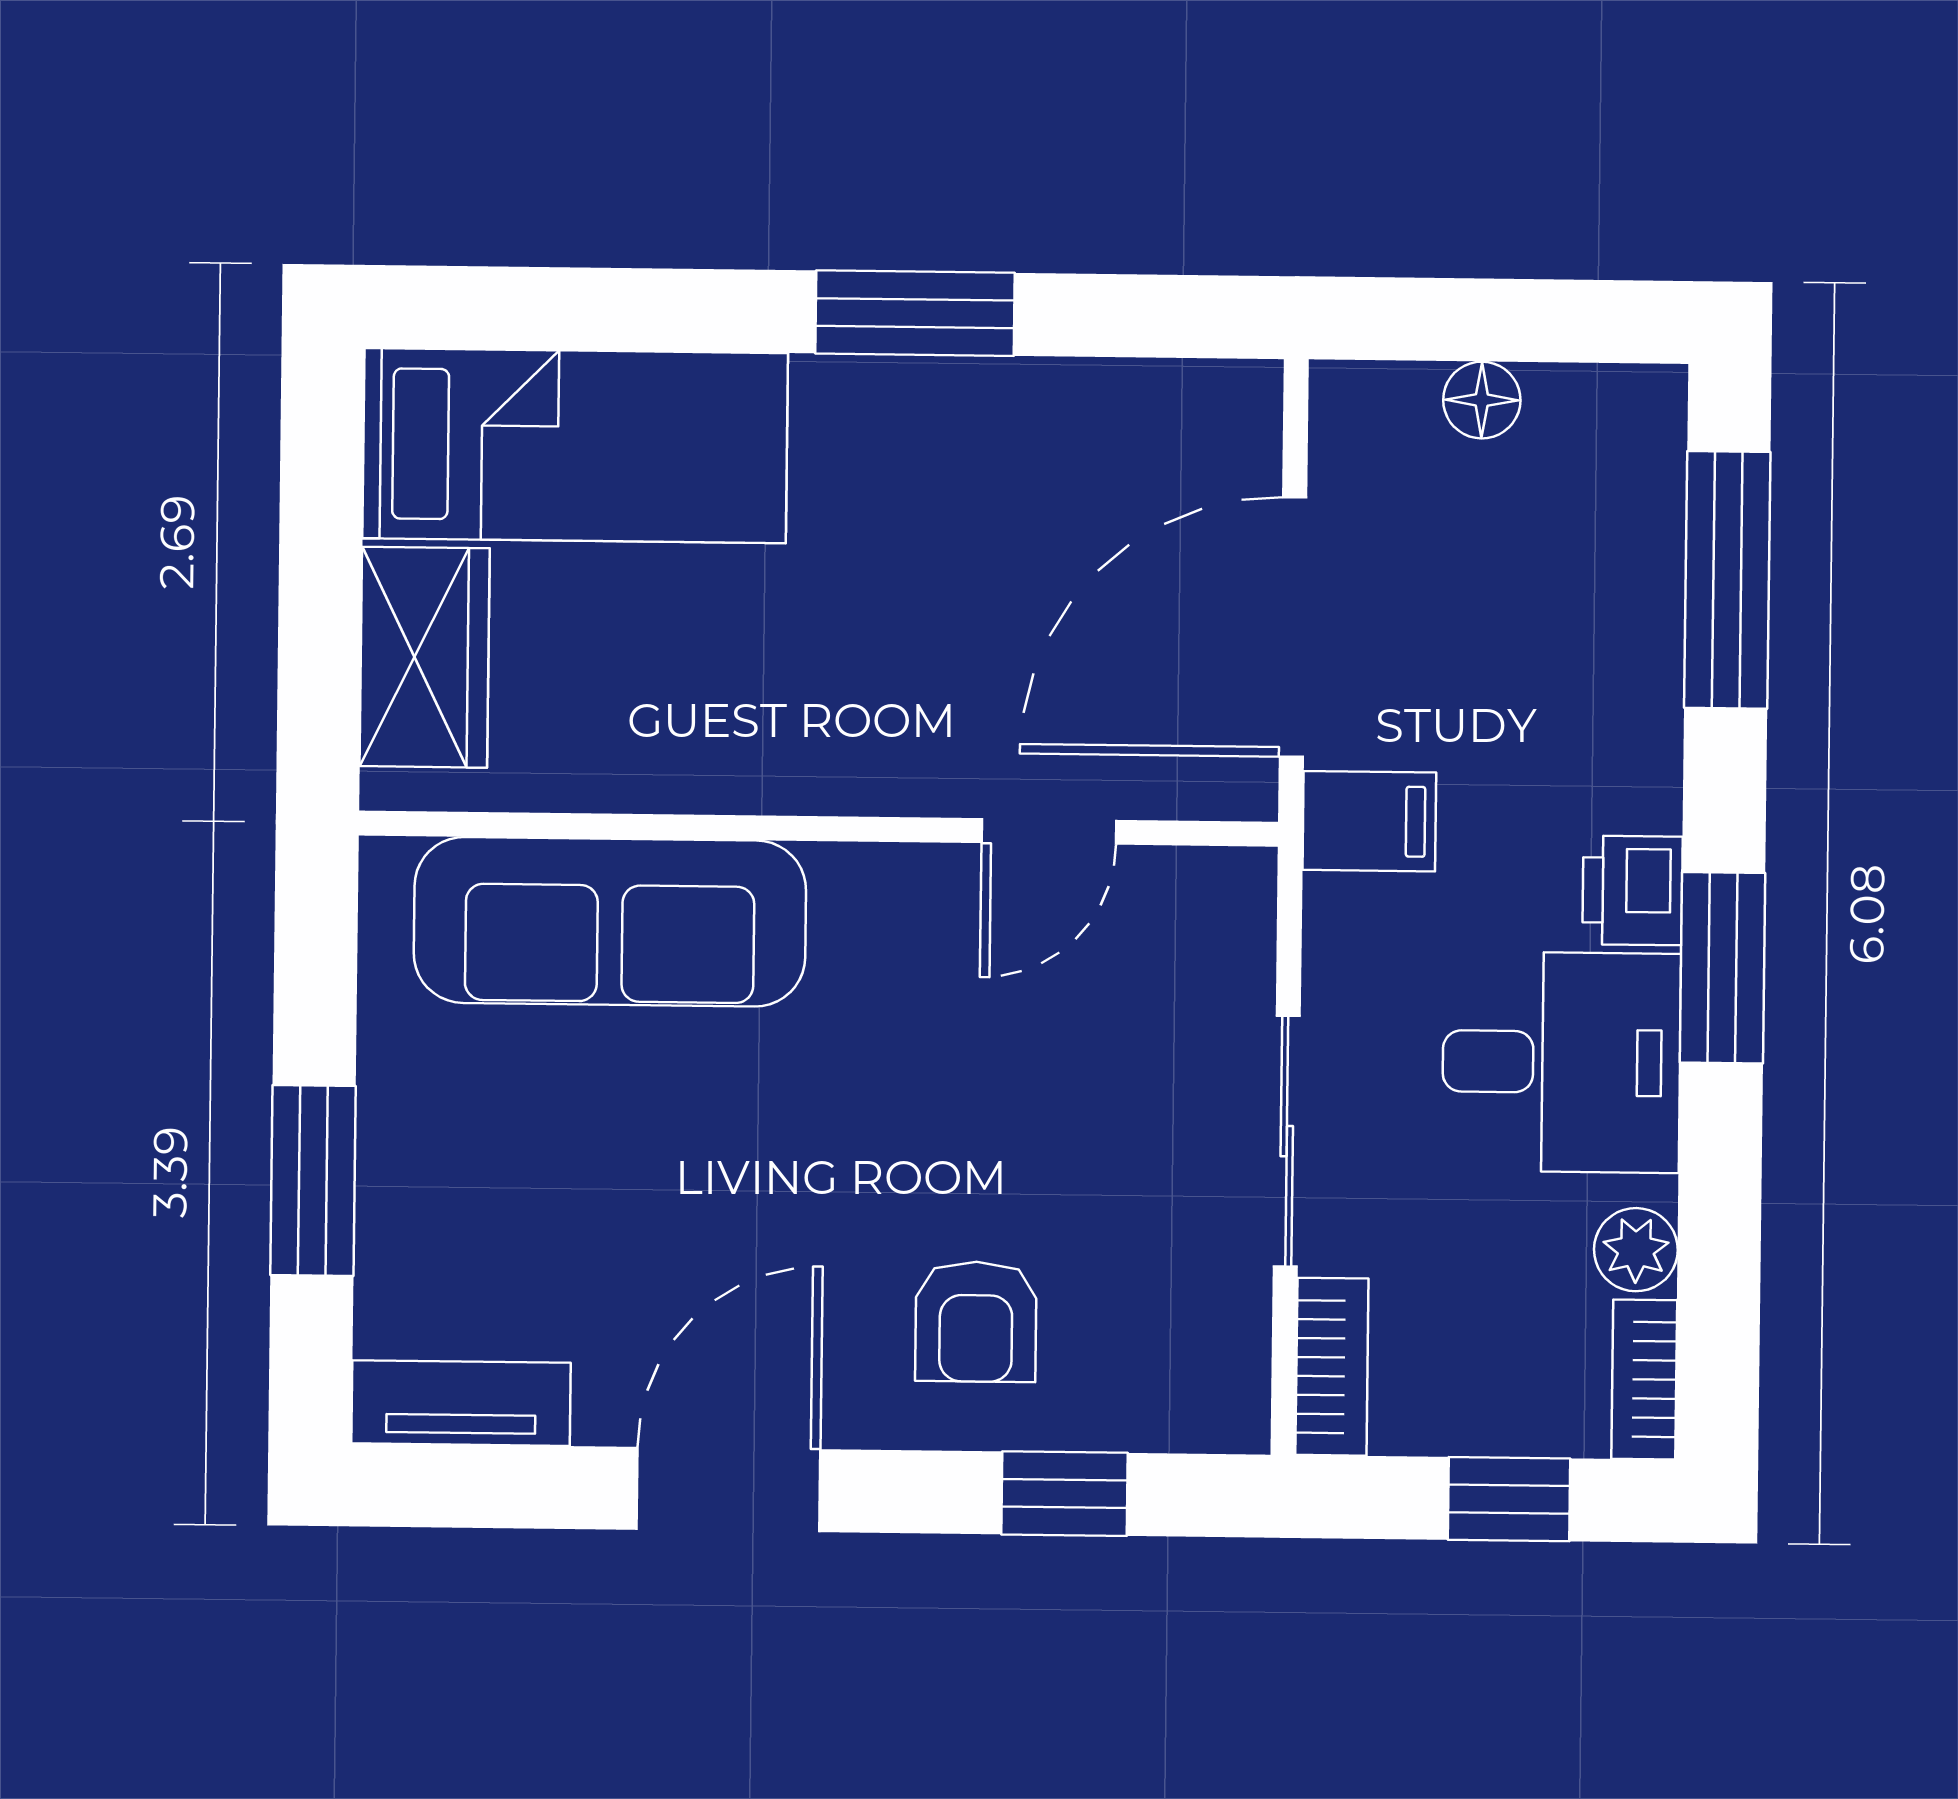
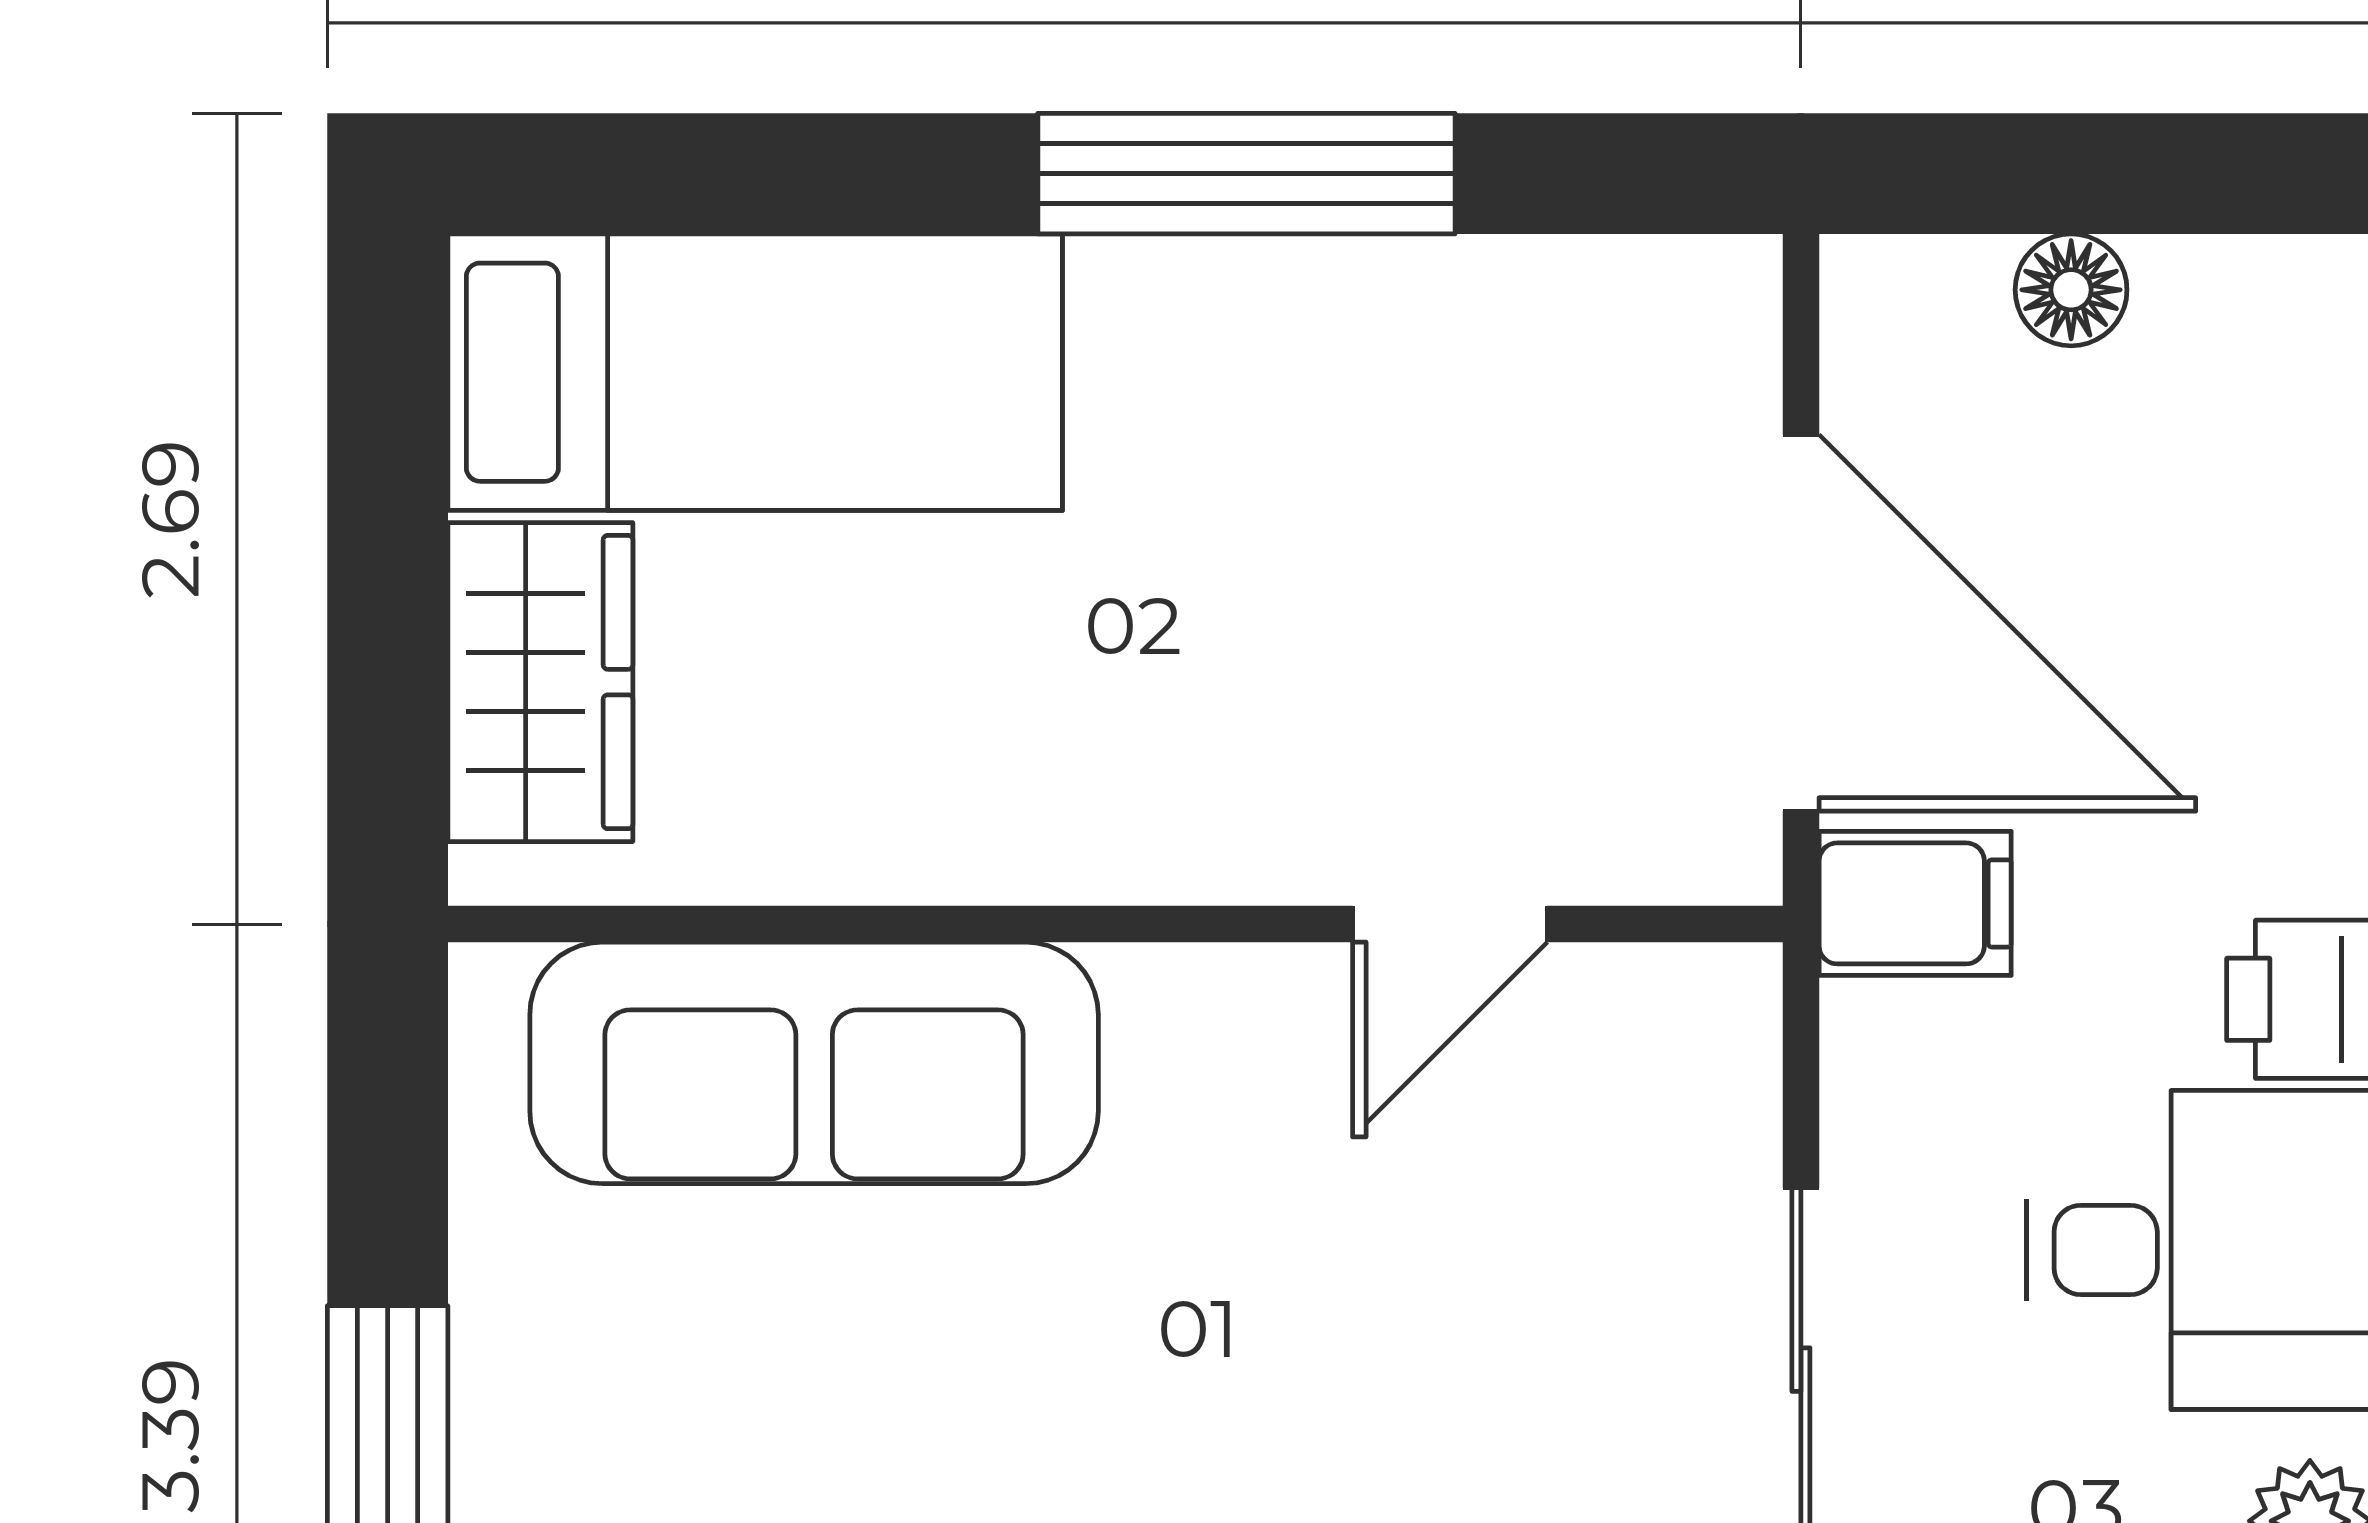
window: (915, 313) -> (1246, 174), width x1.44
door: (1293, 627) -> (1801, 623), swing flipped

